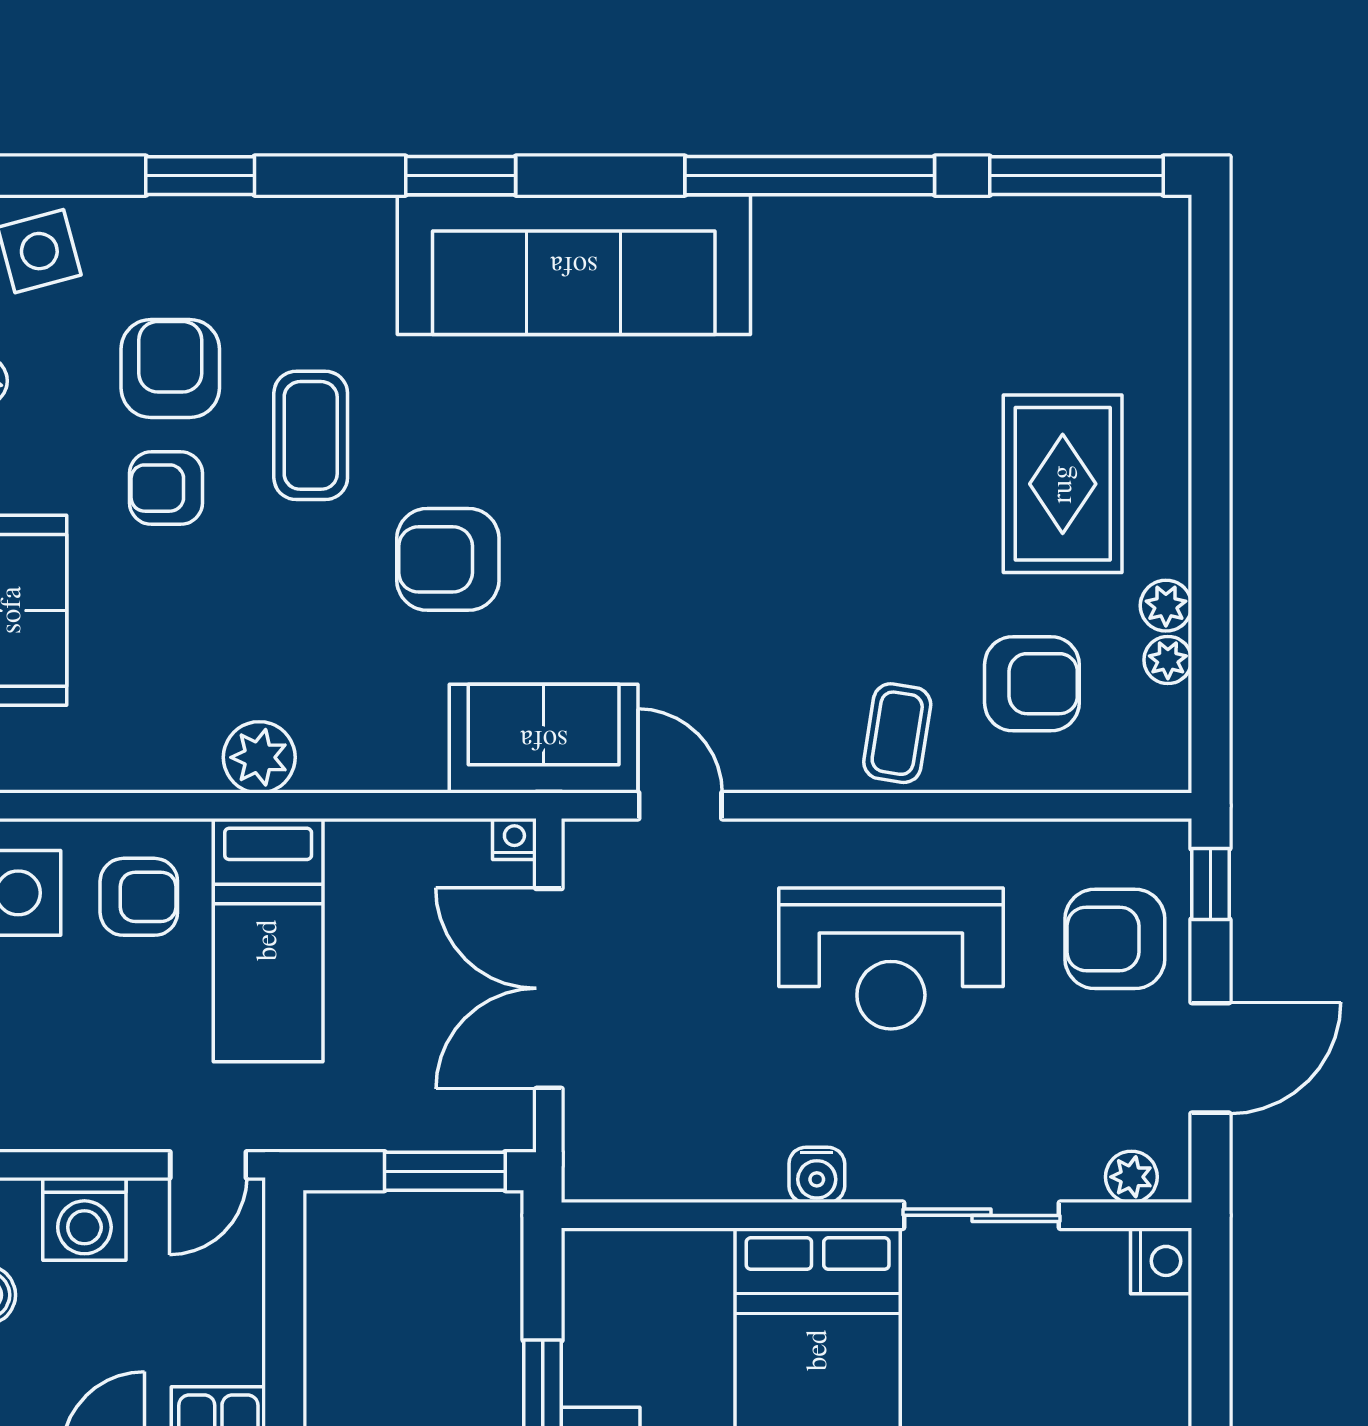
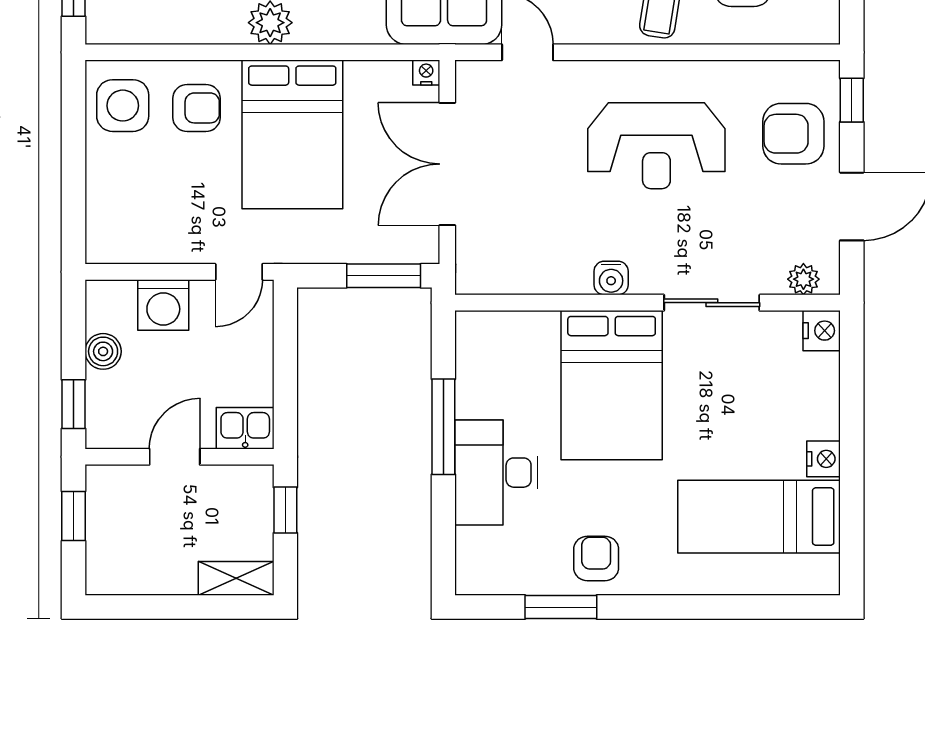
bed: (268, 940) -> (292, 134), width x1.50

